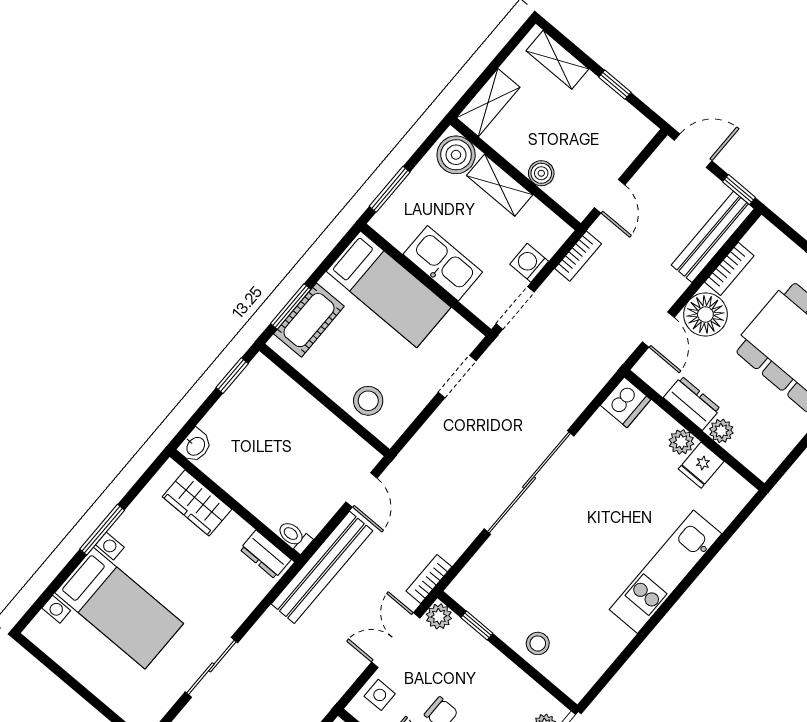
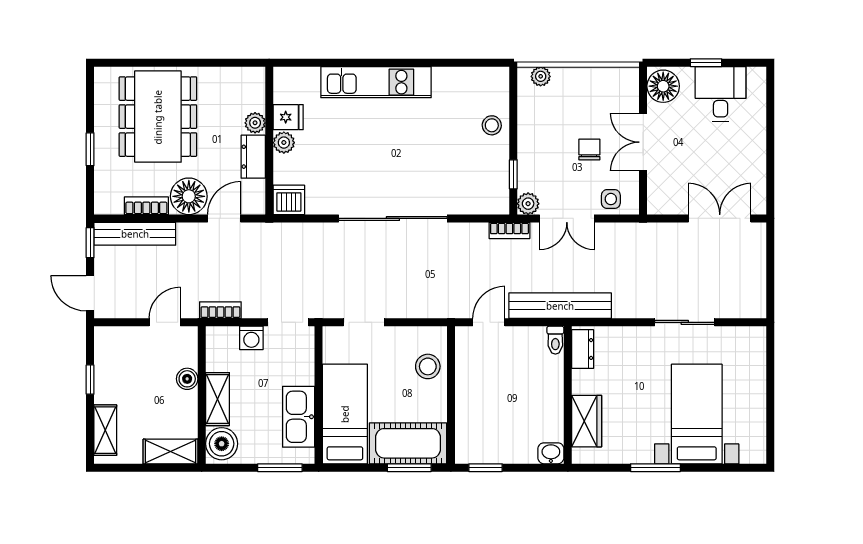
kitchen sink: (443, 263) -> (299, 417), moved
cot: (309, 320) -> (408, 443), width x1.37, depth x1.34

